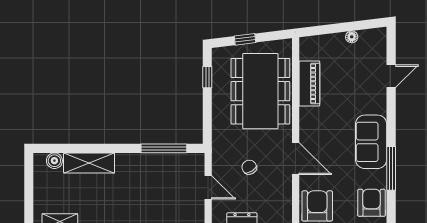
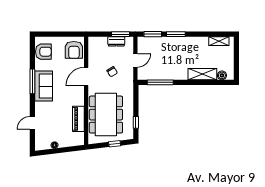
door: (296, 159) -> (86, 77), hinge flipped
window: (391, 168) -> (32, 81), moved
door: (208, 187) -> (135, 60), swing flipped
armchair: (372, 203) -> (43, 52), turned -90

